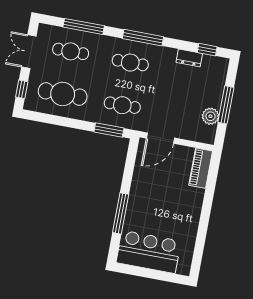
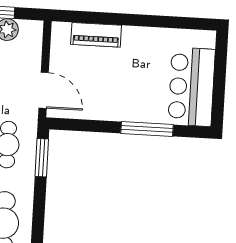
piano: (201, 168) -> (96, 35), moved

